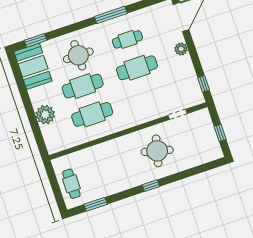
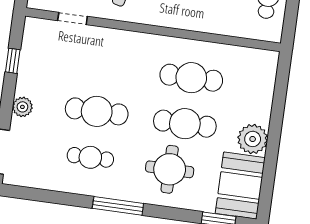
window: (111, 15) -> (118, 206), moved
window: (204, 84) -> (13, 61), moved
plant: (45, 115) -> (253, 139), moved

